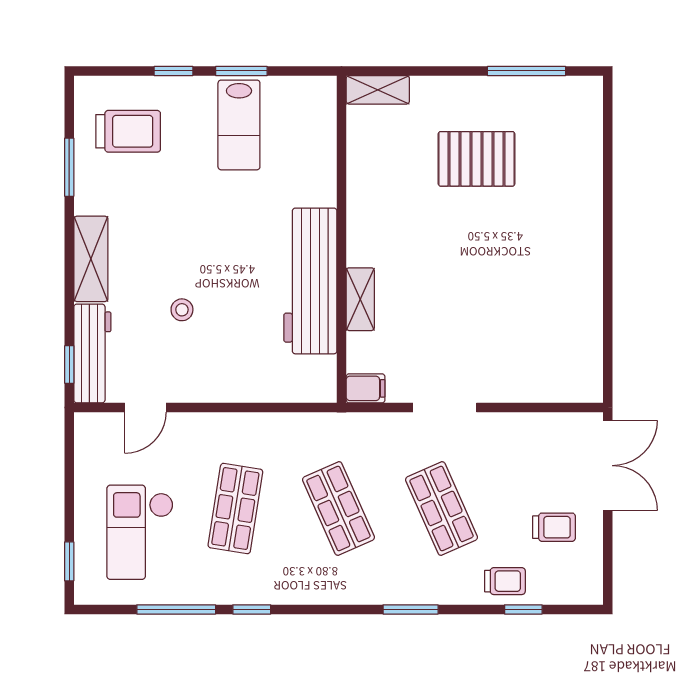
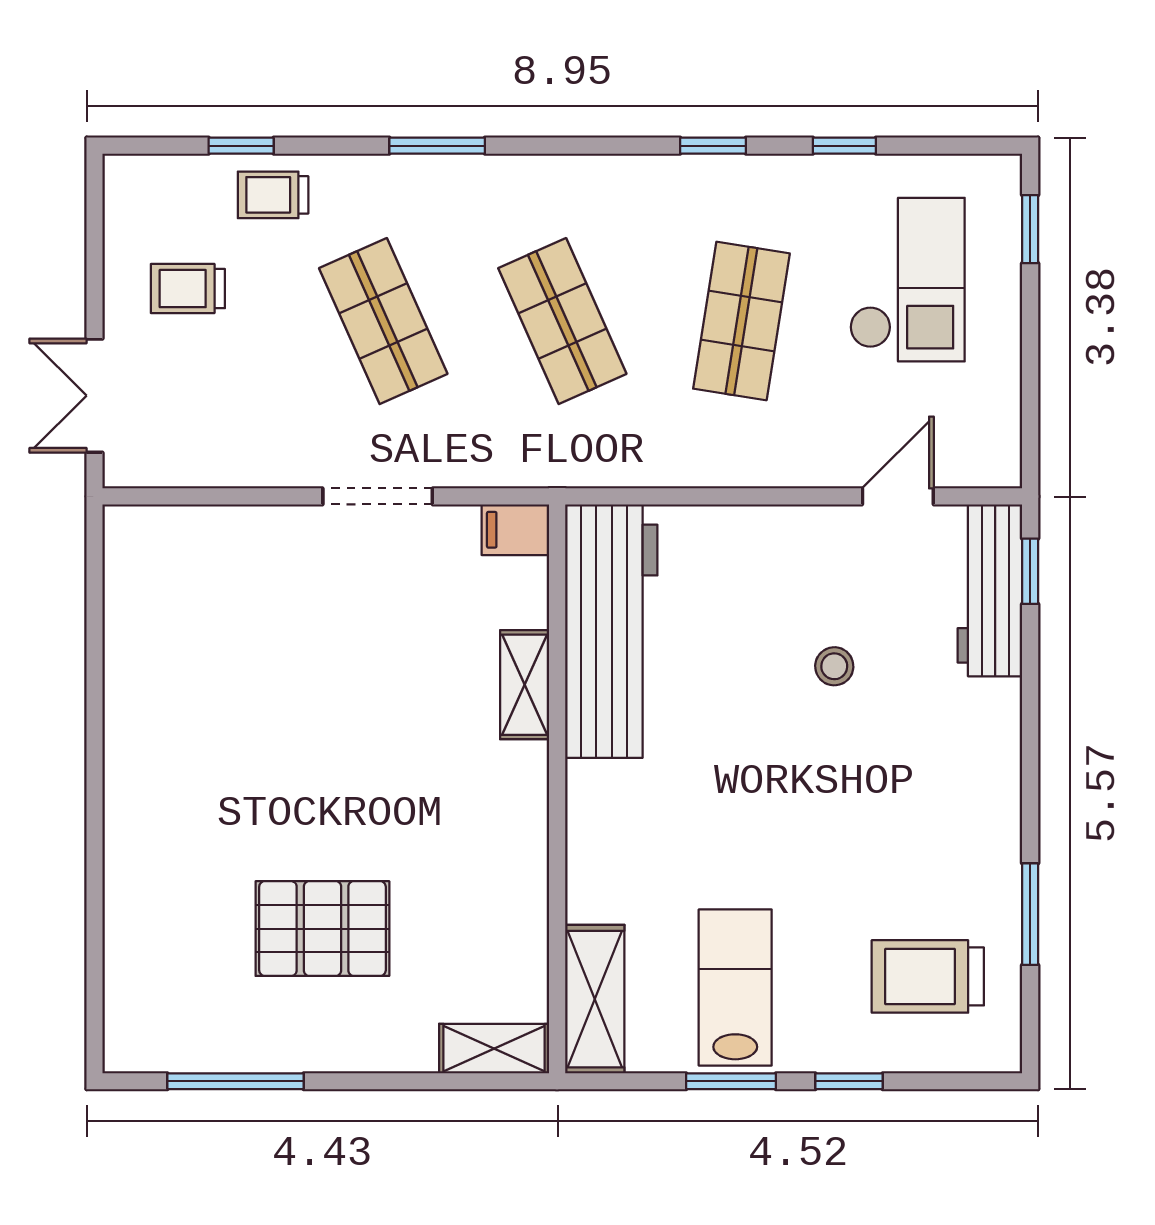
shelving: (91, 259) -> (595, 999), moved
workbench: (310, 281) -> (611, 631), moved
double door: (608, 466) -> (95, 396), width x0.73
window: (176, 609) -> (844, 146), width x0.46

